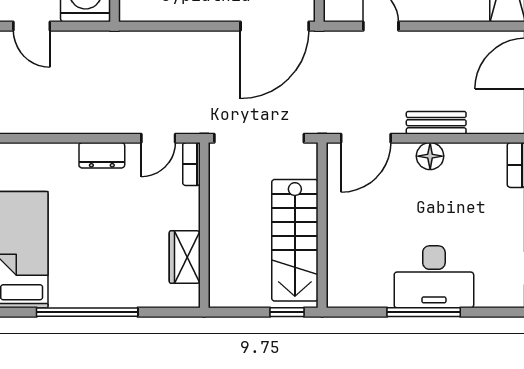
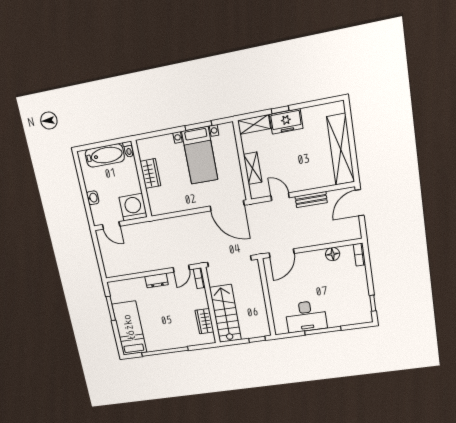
door: (275, 26) -> (227, 206), hinge flipped
bench: (436, 123) -> (311, 200), moved
floor lamp: (430, 156) -> (333, 254), moved
stairs: (295, 240) -> (225, 314), moved, turned 180
desk: (434, 277) -> (306, 316), moved

